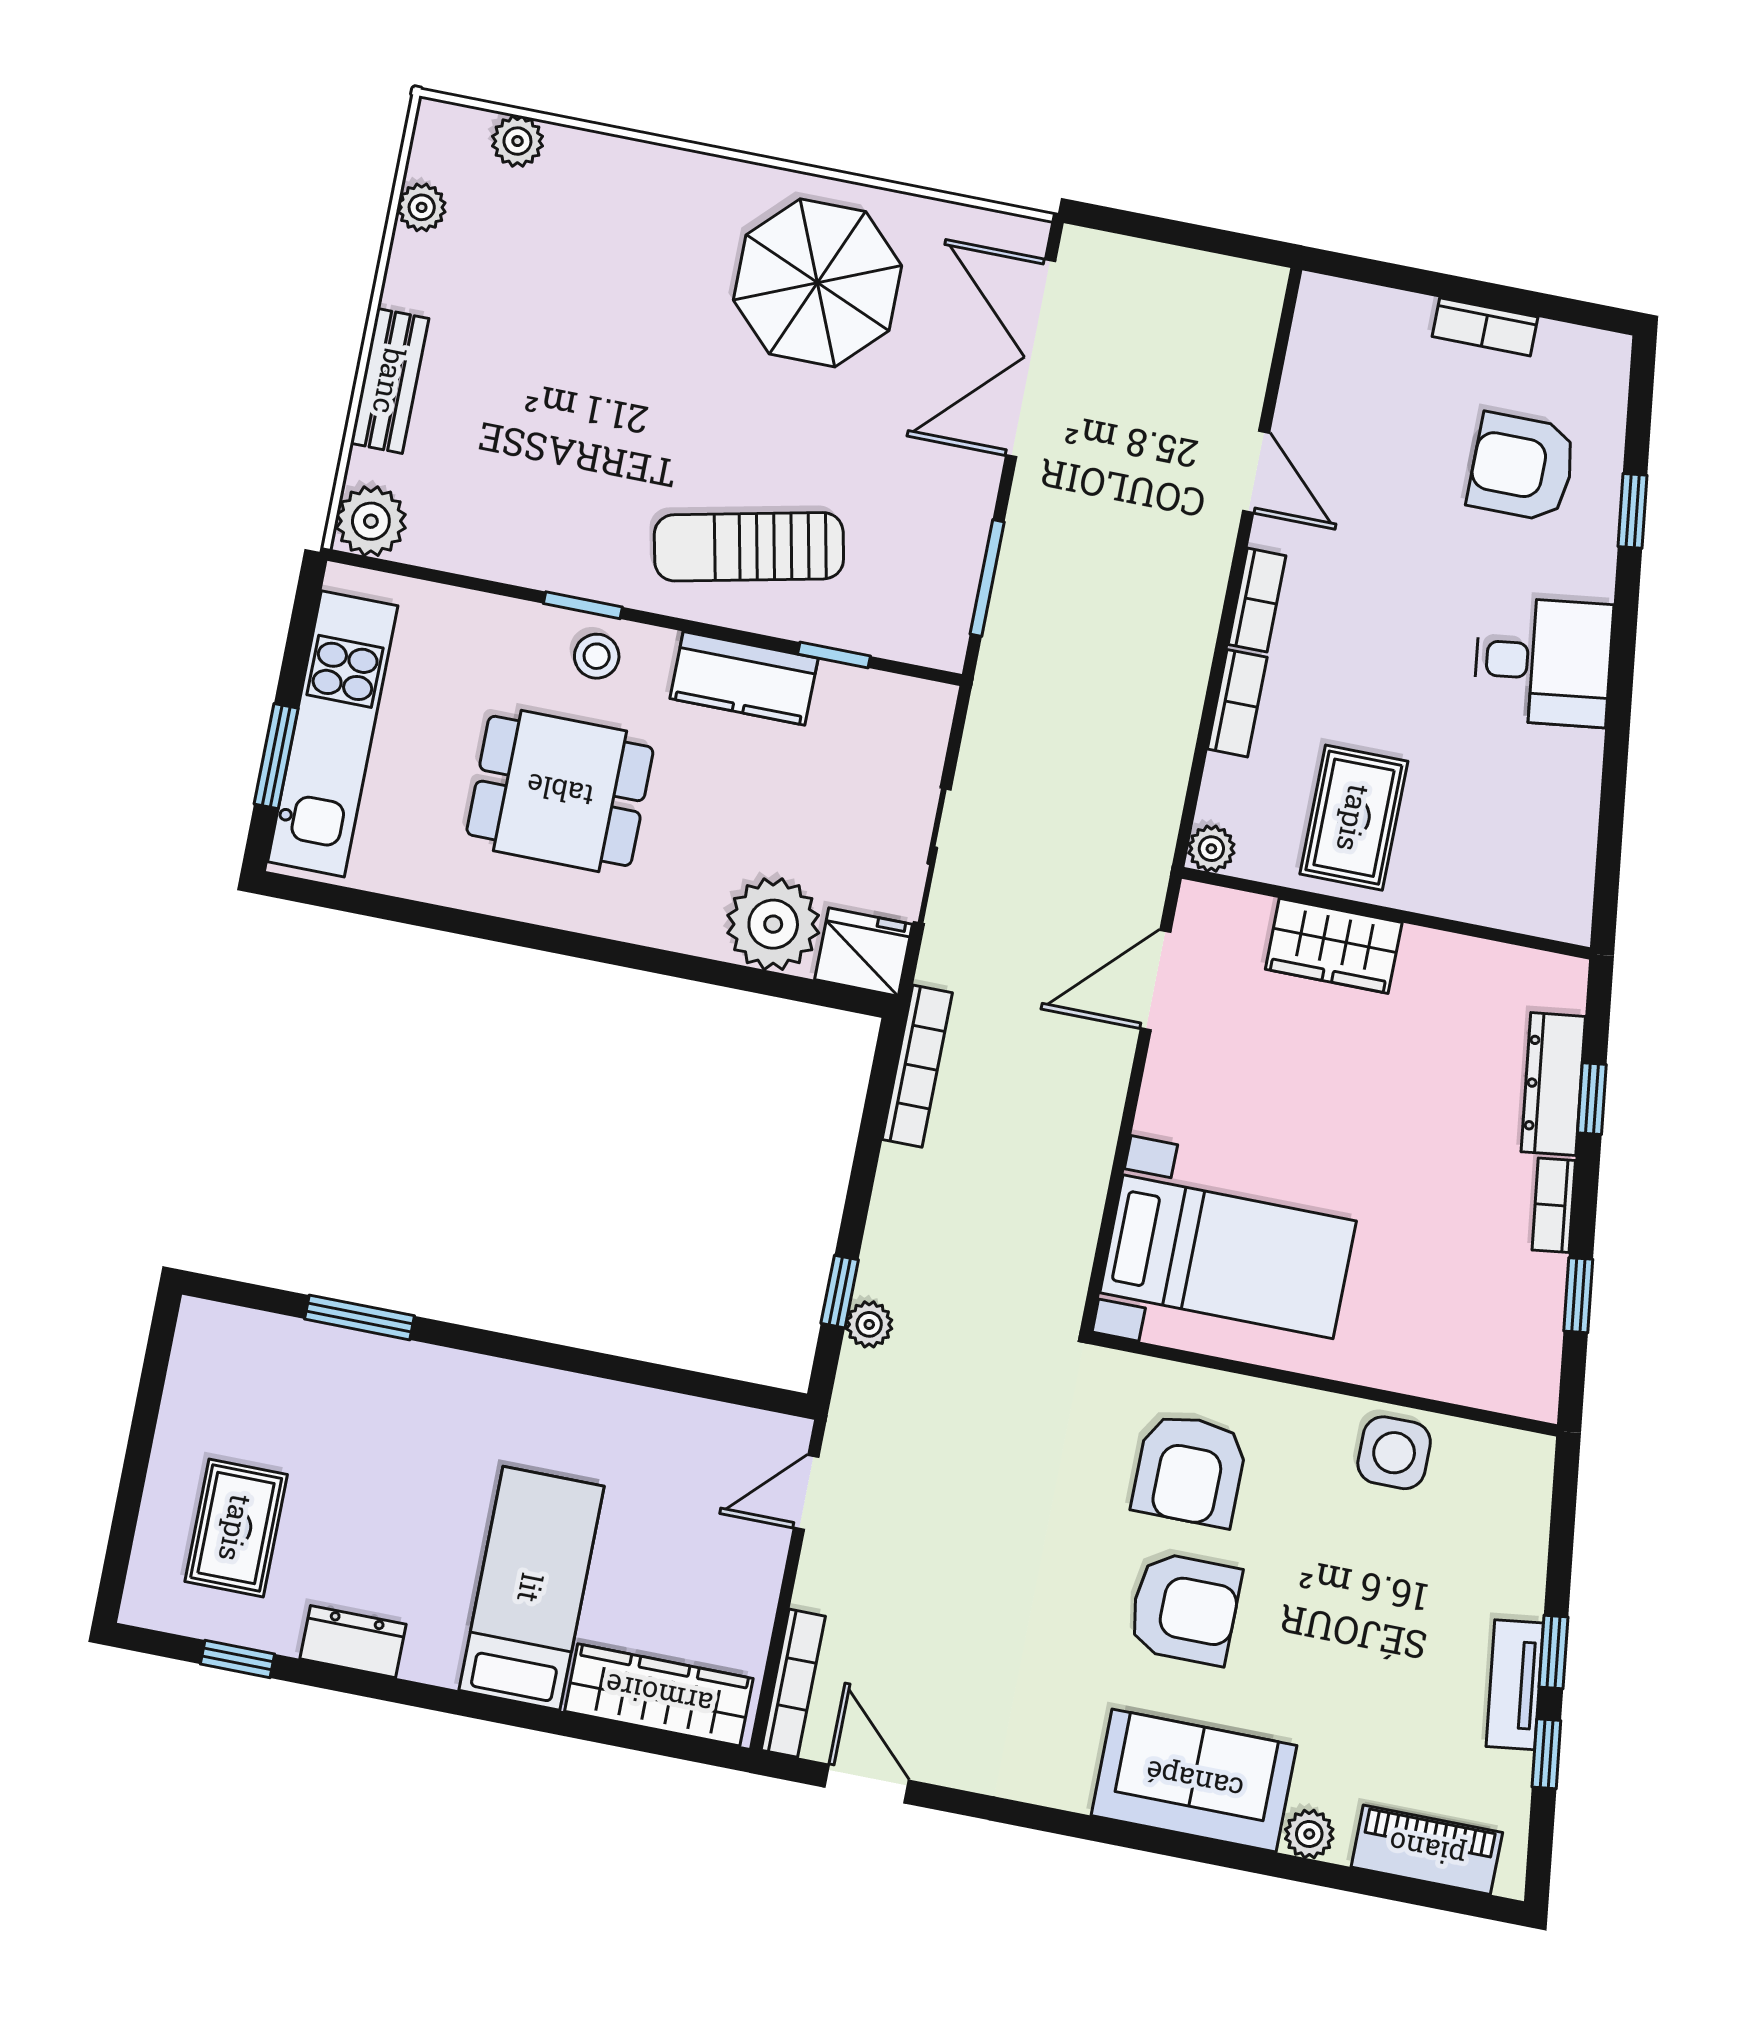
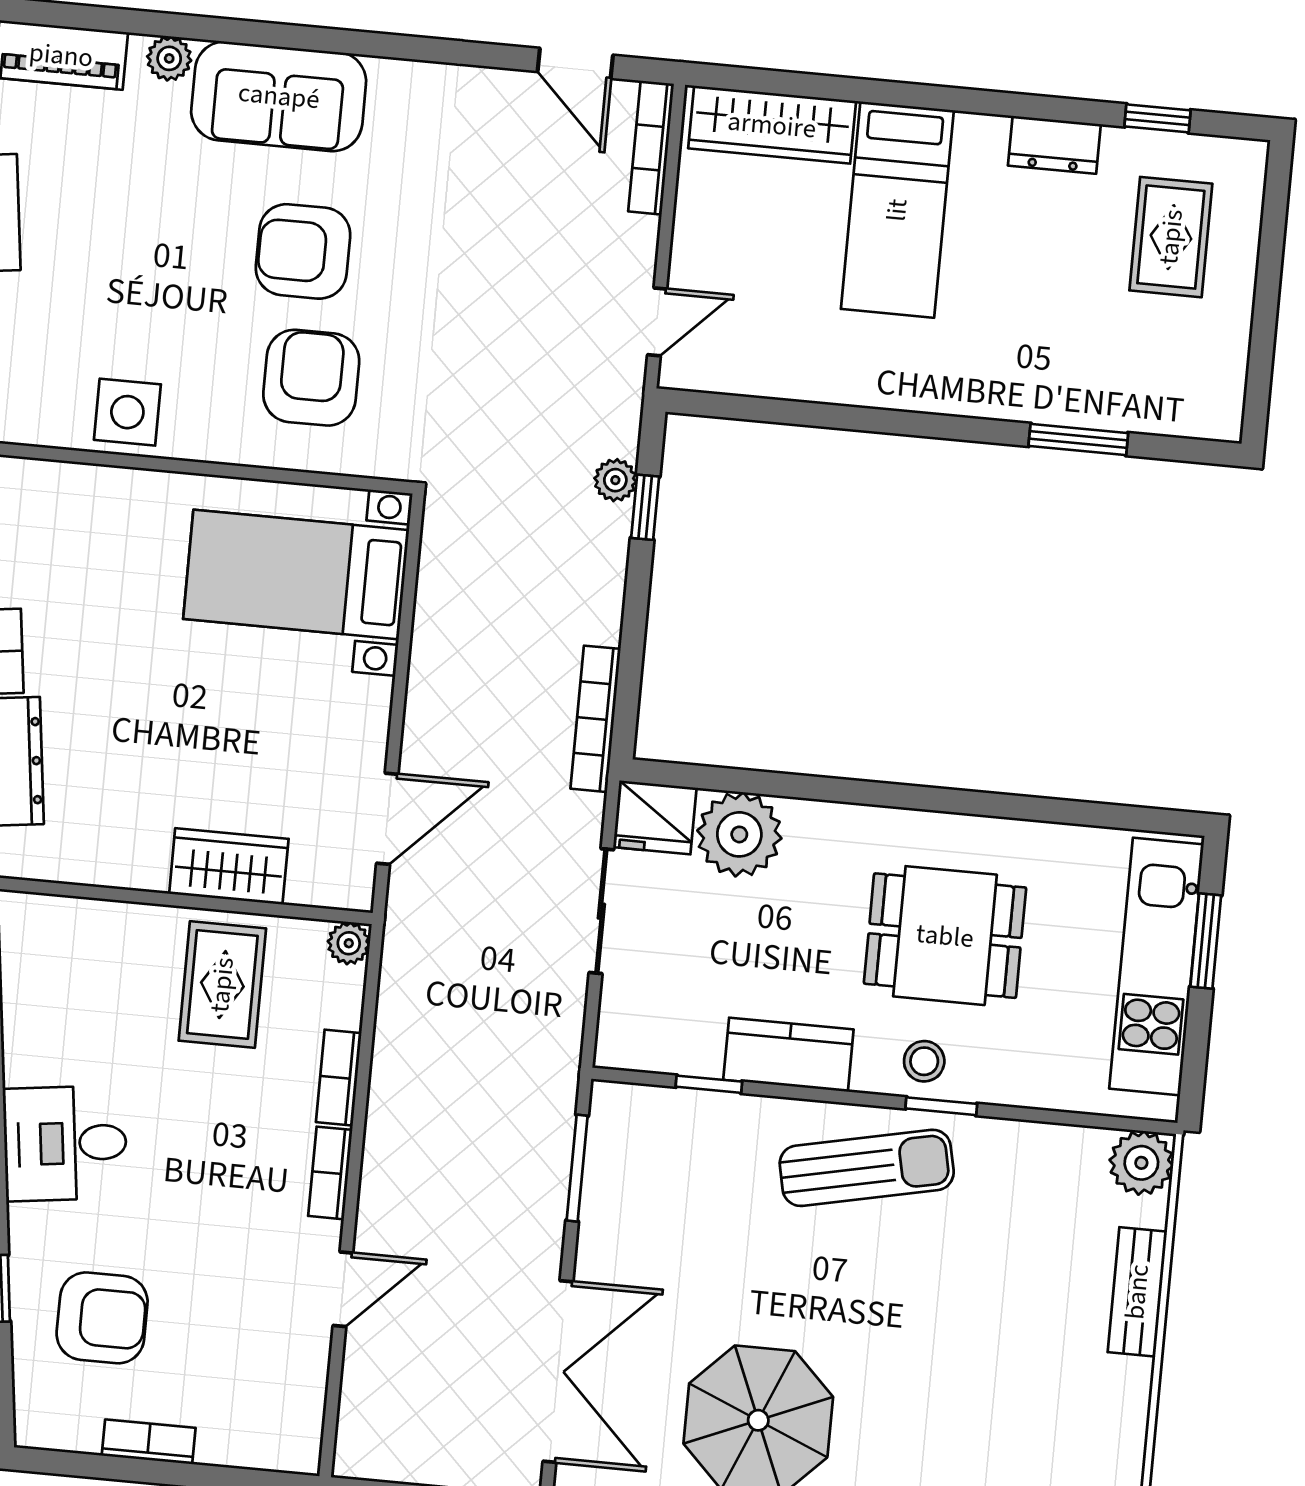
plant: (422, 207) -> (1124, 1452), removed
door: (1256, 472) -> (343, 1289), swing flipped
sun lounger: (749, 547) -> (867, 1168), moved

